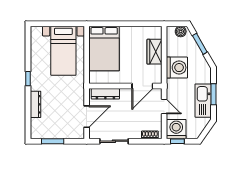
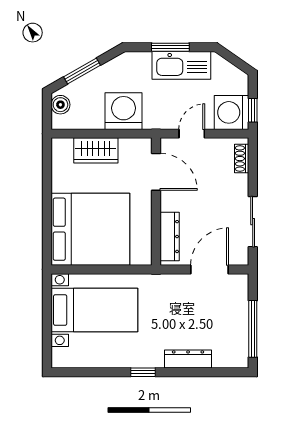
bed: (104, 49) -> (90, 229), width x1.36
door: (87, 117) -> (210, 269), hinge flipped
window: (53, 141) -> (253, 329), width x1.44

